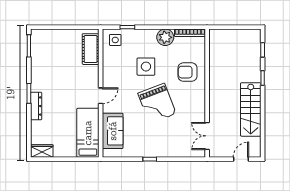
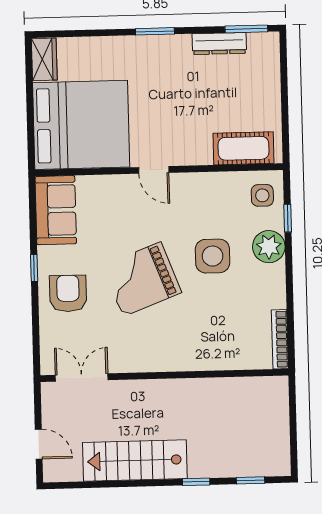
plant: (165, 37) -> (269, 247), moved
armchair: (187, 72) -> (68, 293), moved
dresser: (36, 106) -> (219, 44), moved
sofa: (113, 131) -> (56, 210), moved, turned -90
bed: (88, 133) -> (81, 125), width x2.04

